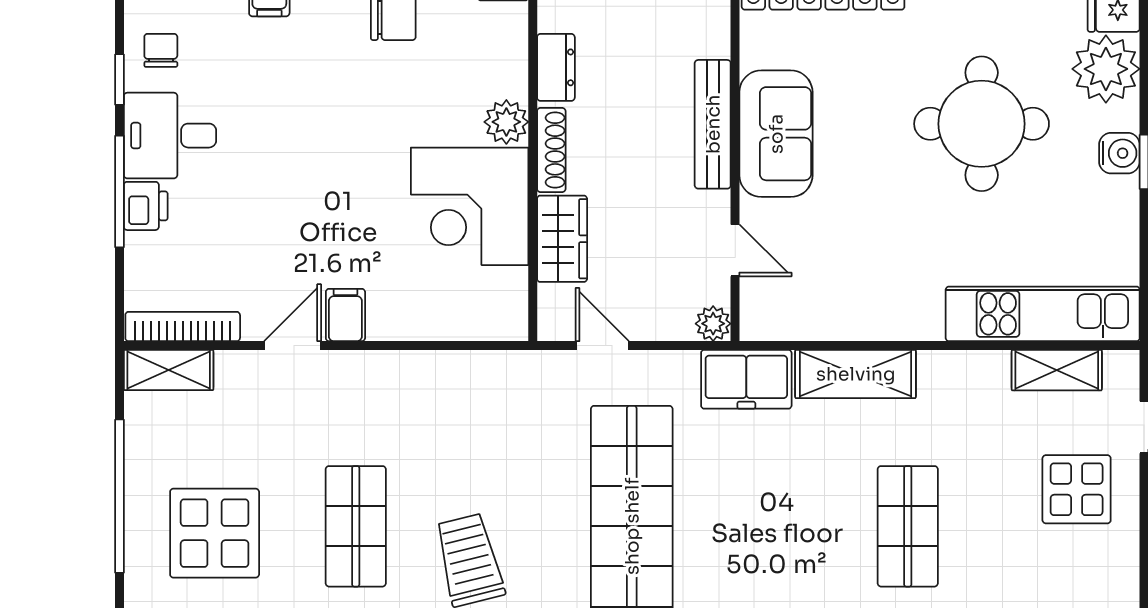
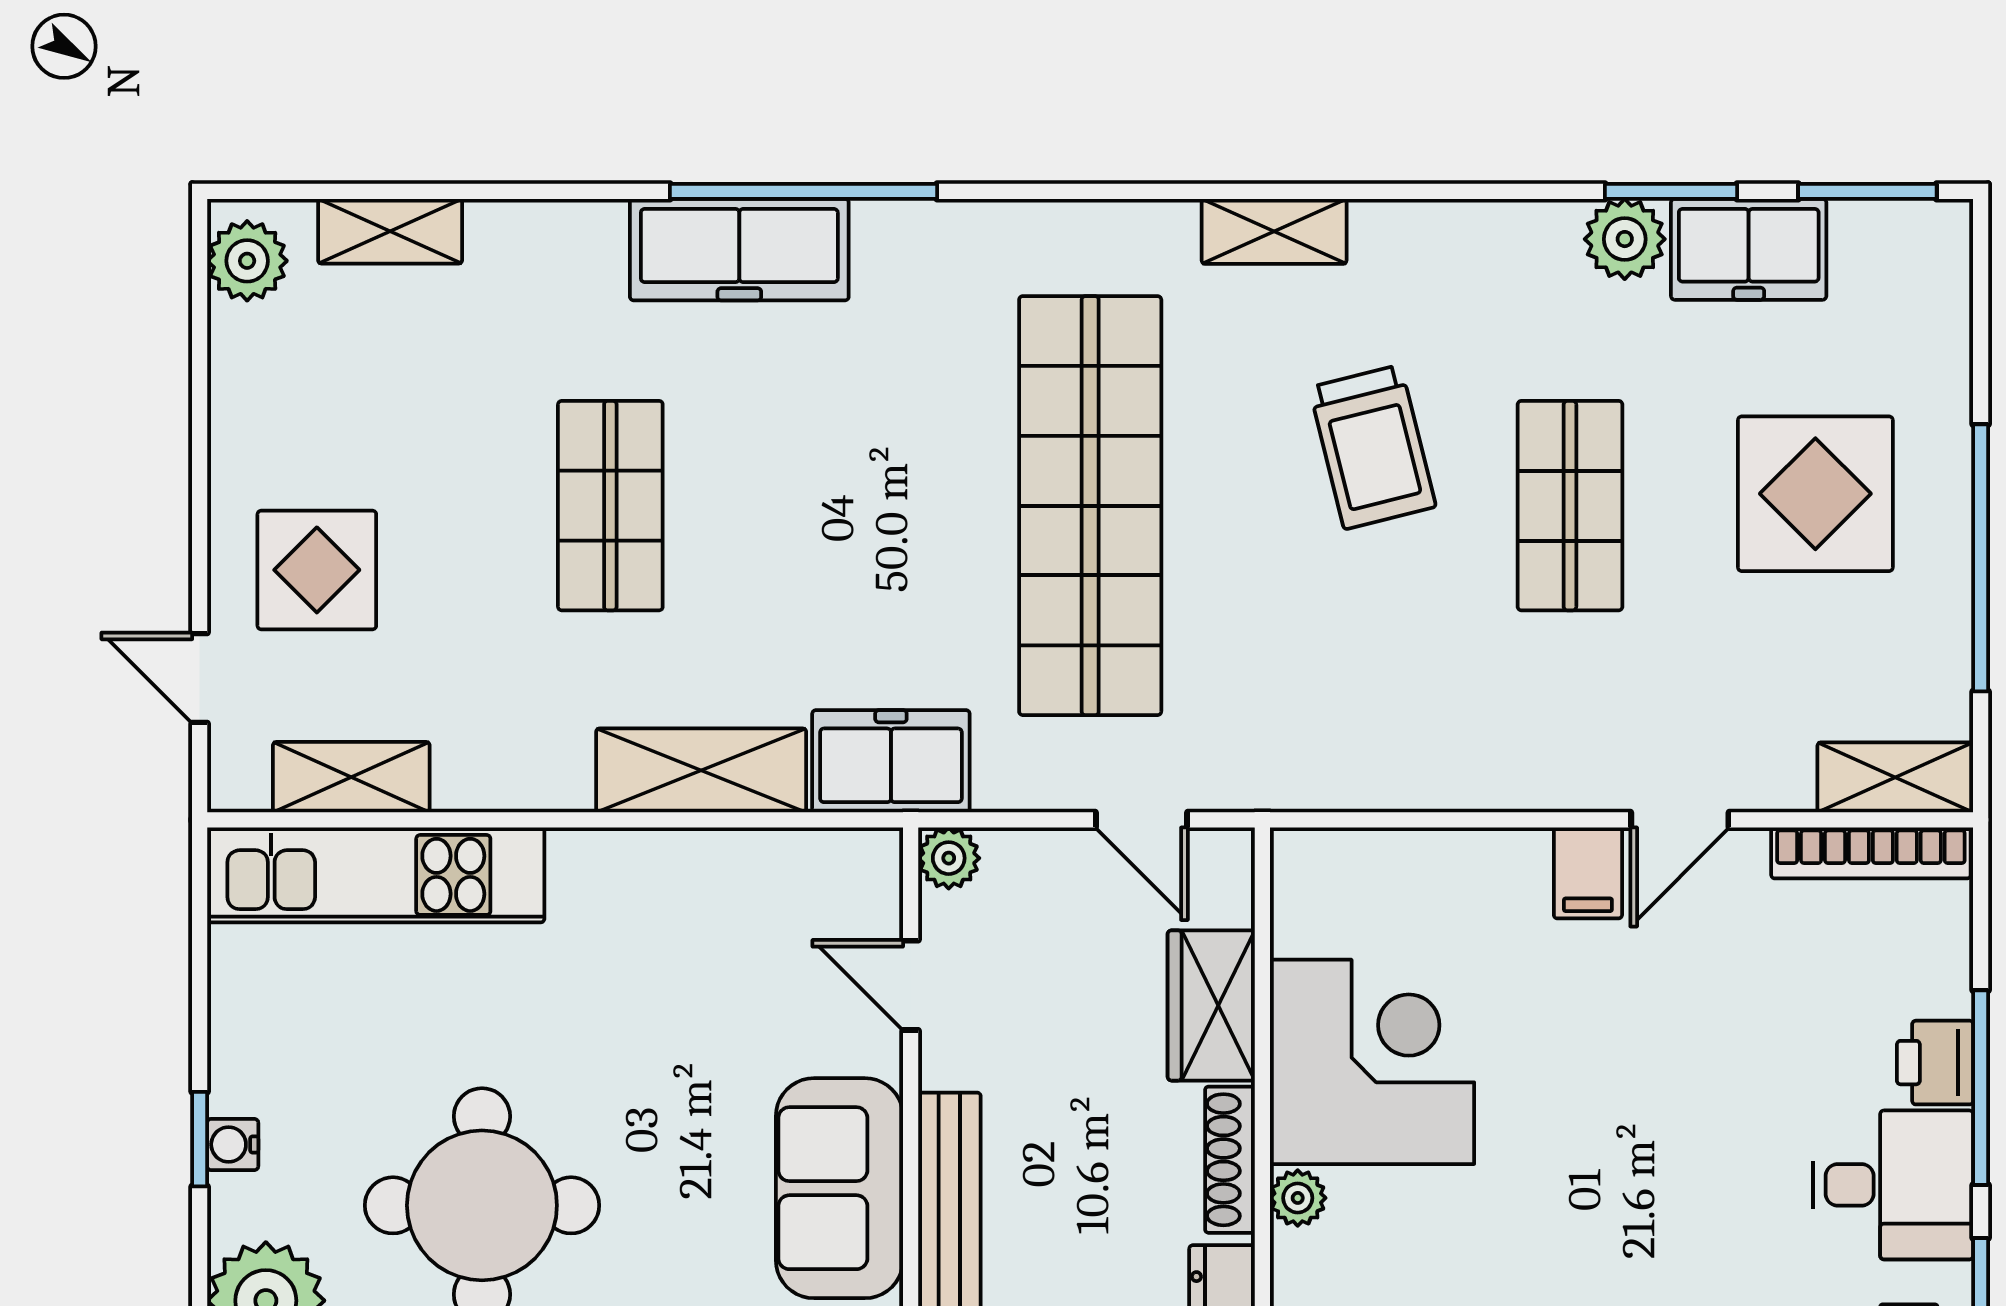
plant: (506, 122) -> (1298, 1198), width x0.73, depth x0.73
water cooler: (1119, 153) -> (233, 1144), width x0.72, depth x0.72

